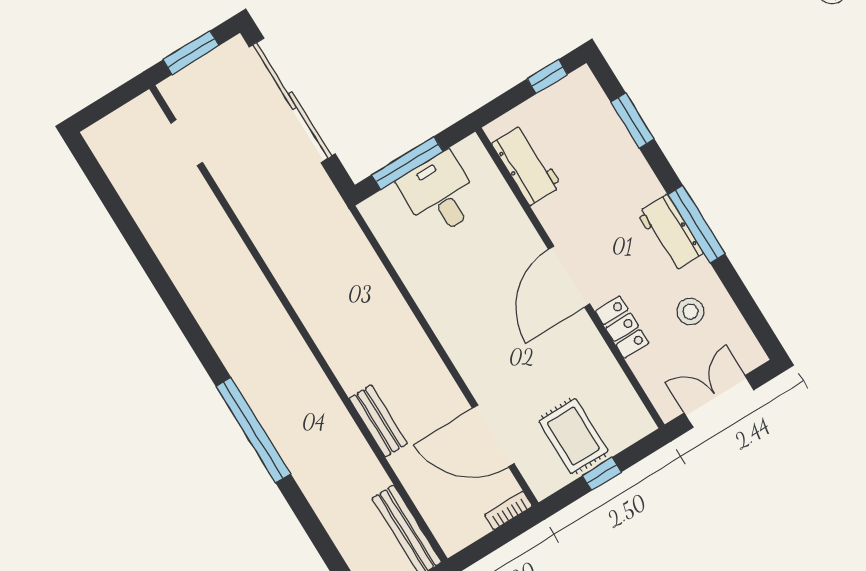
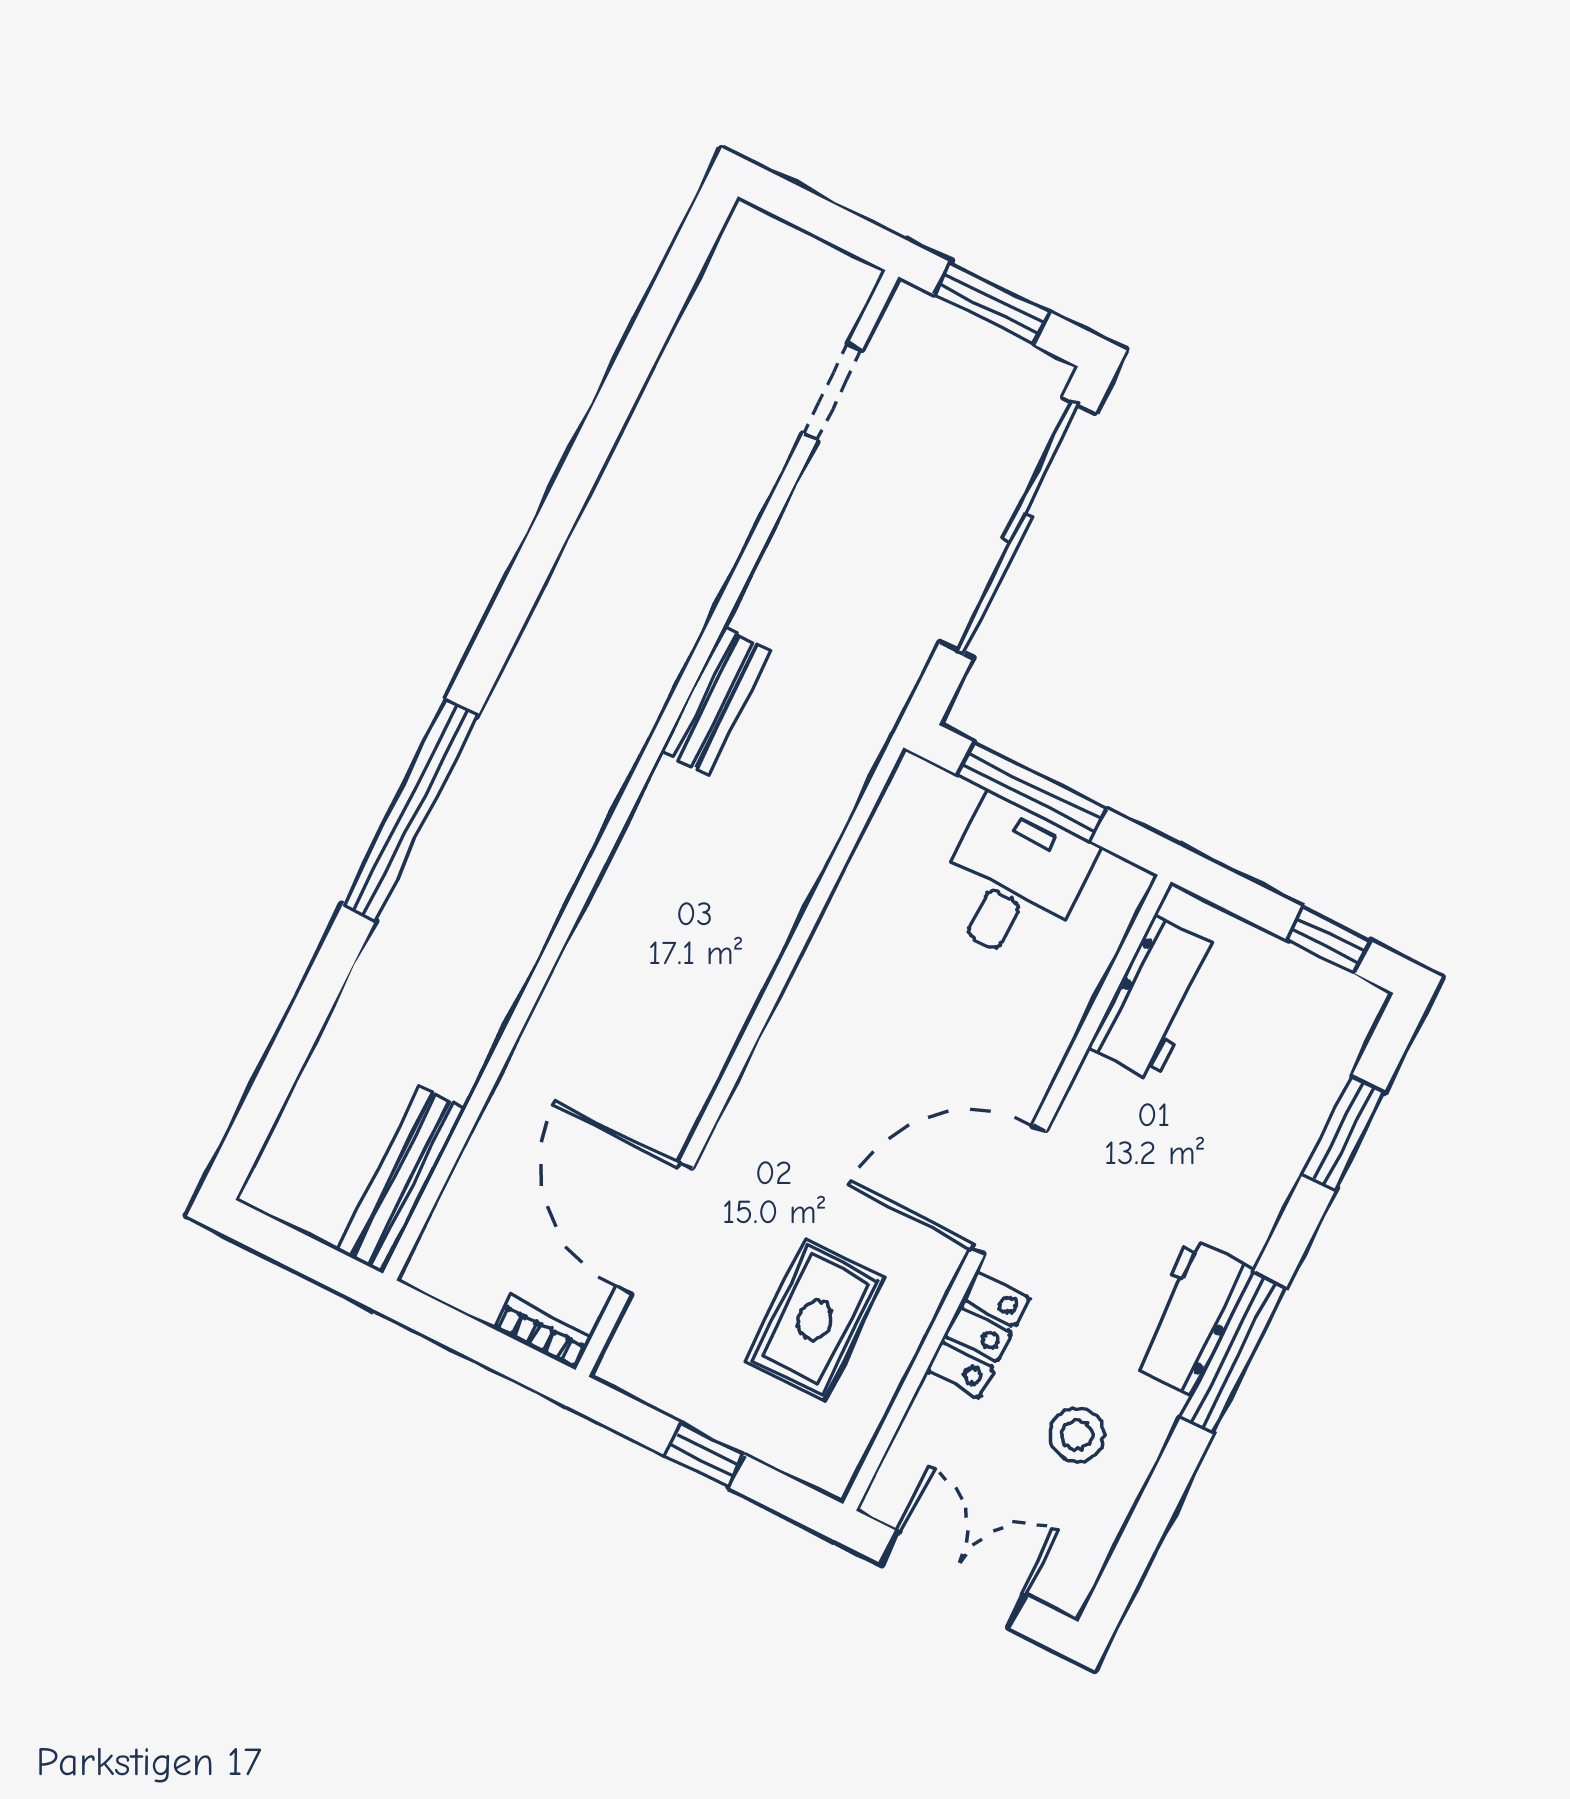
bench: (378, 421) -> (716, 701), moved
rug: (573, 436) -> (815, 1320), moved

